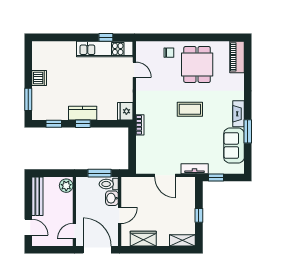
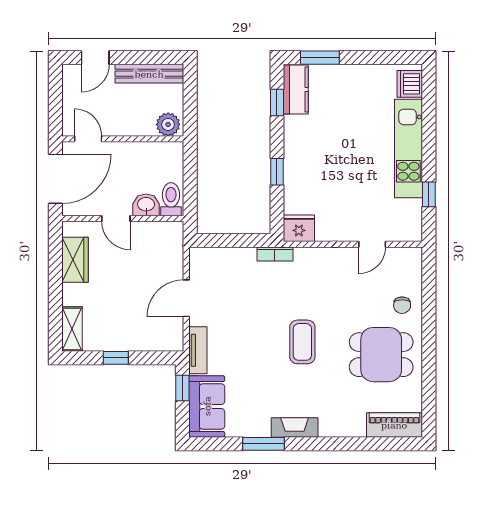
kitchen unit: (105, 49) -> (408, 149), moved
dishwasher: (39, 78) -> (410, 84), moved, turned 90
kitchen counter: (83, 113) -> (296, 89), moved
window: (83, 124) -> (277, 172), moved
sofa: (234, 145) -> (207, 406), moved, turned 90
window: (100, 173) -> (190, 183), removed

